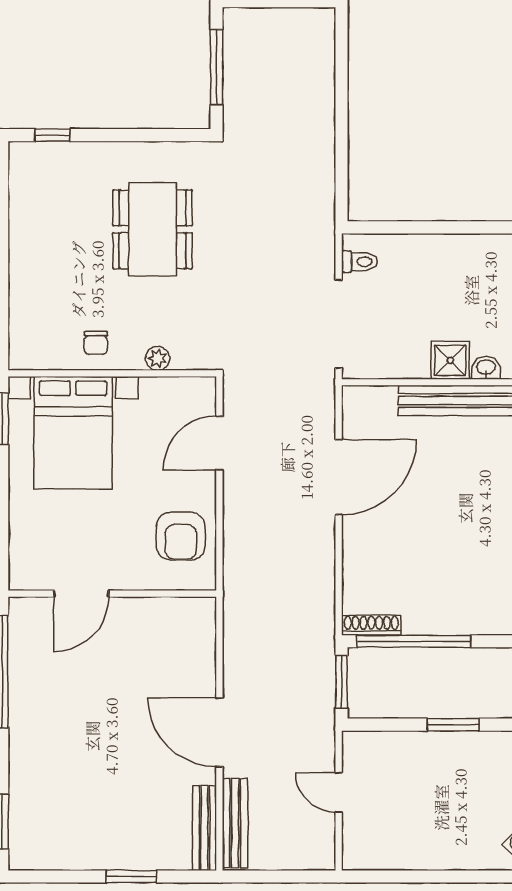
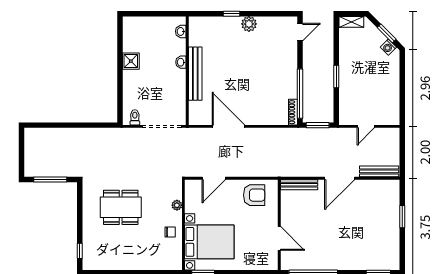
shower: (450, 360) -> (131, 61), moved
door: (219, 443) -> (214, 178), hinge flipped
bench: (205, 828) -> (299, 185), moved

